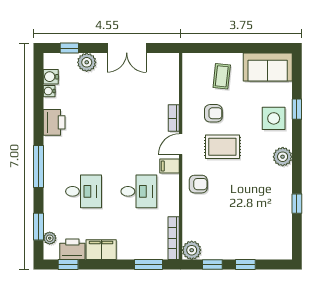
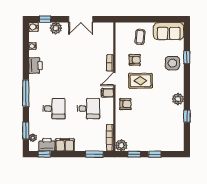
water cooler: (51, 77) -> (33, 27), moved
plant: (283, 157) -> (178, 99), moved

